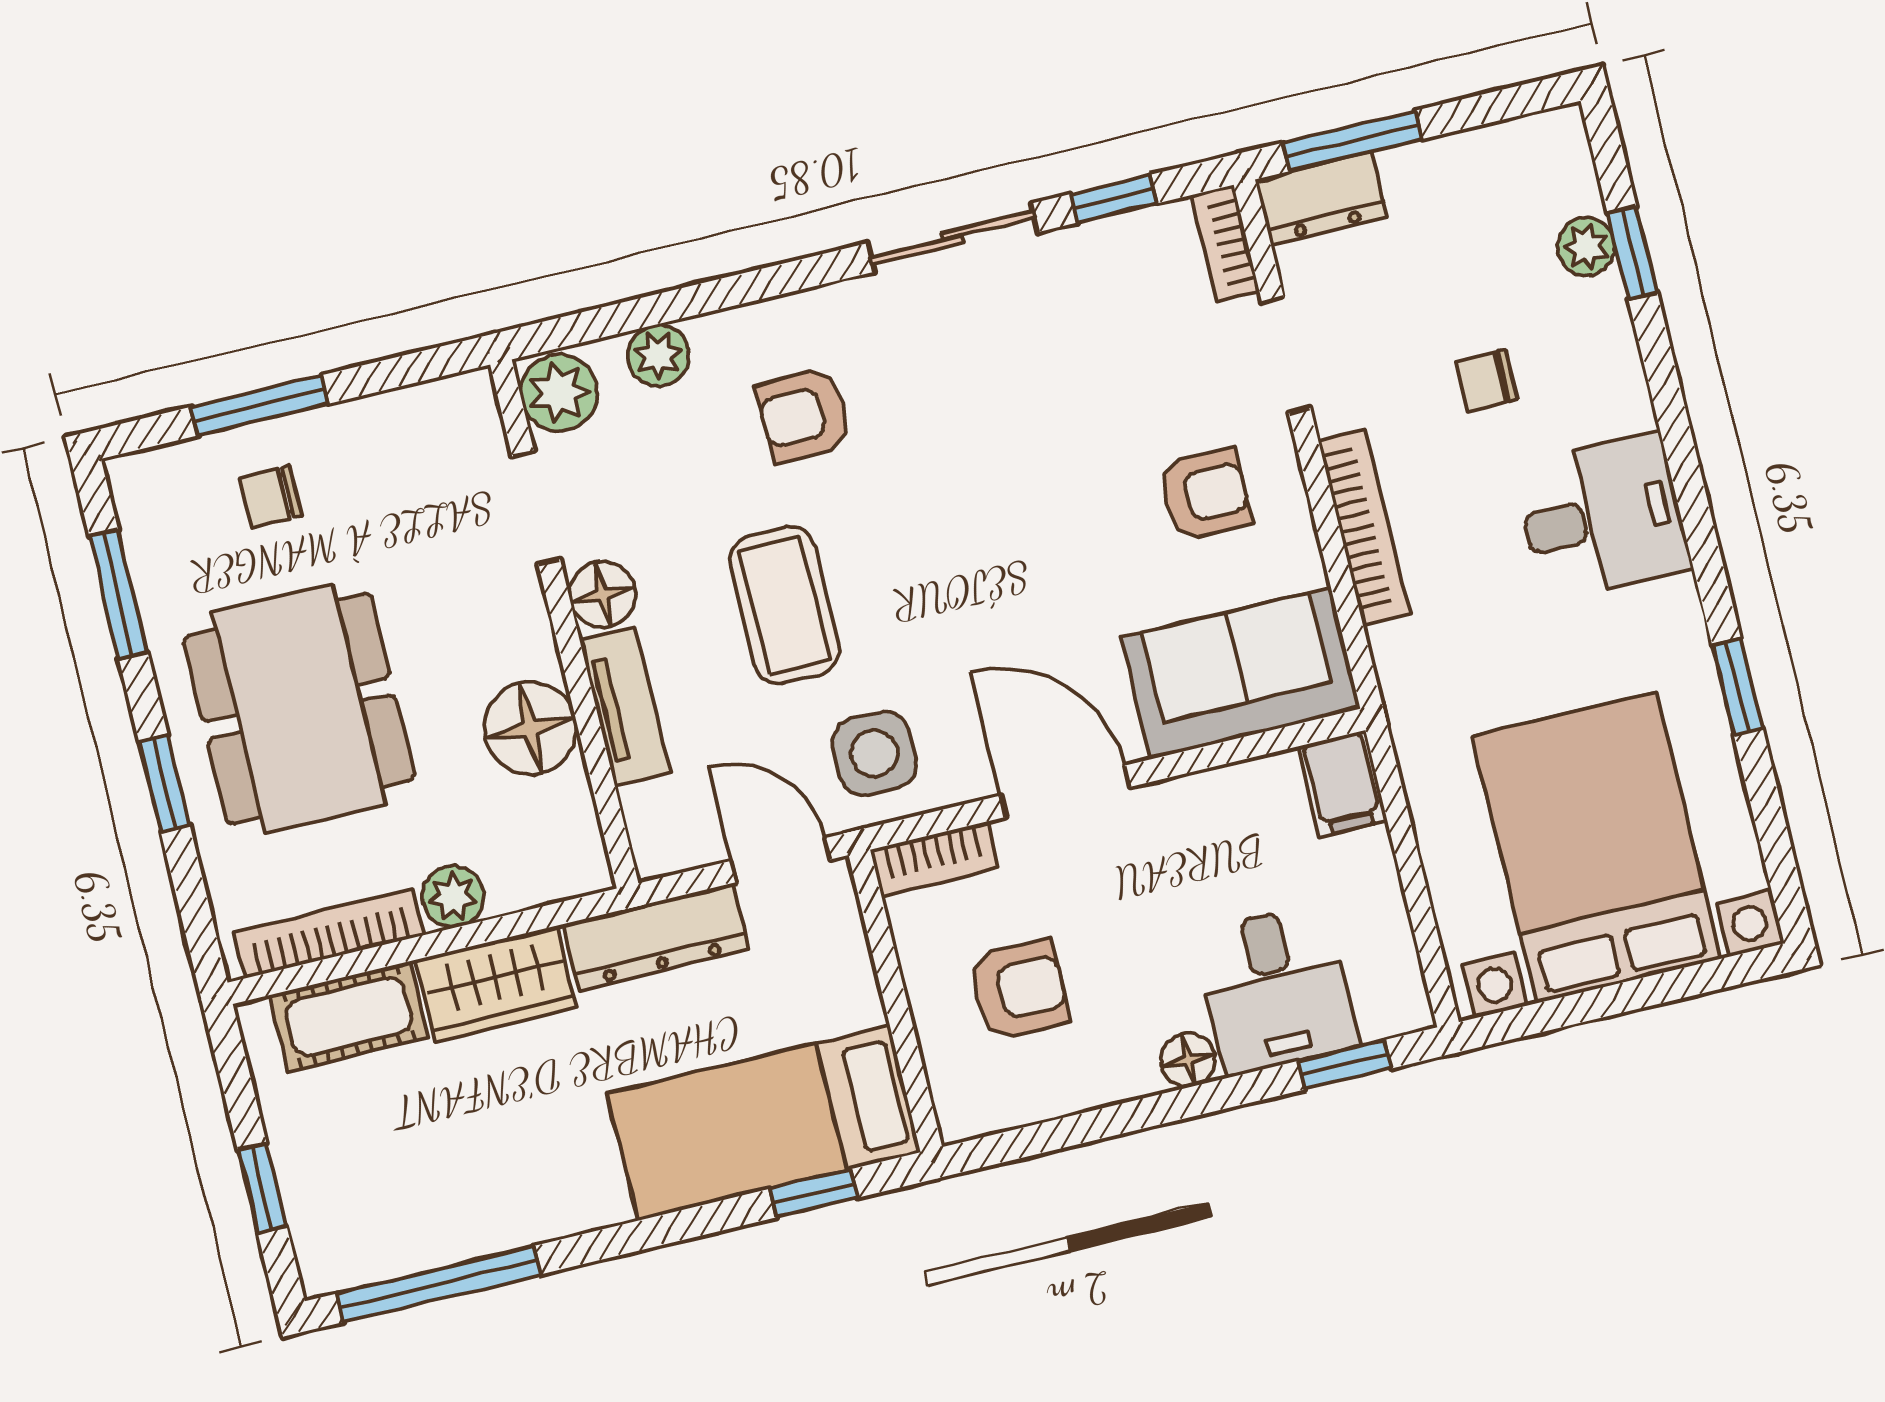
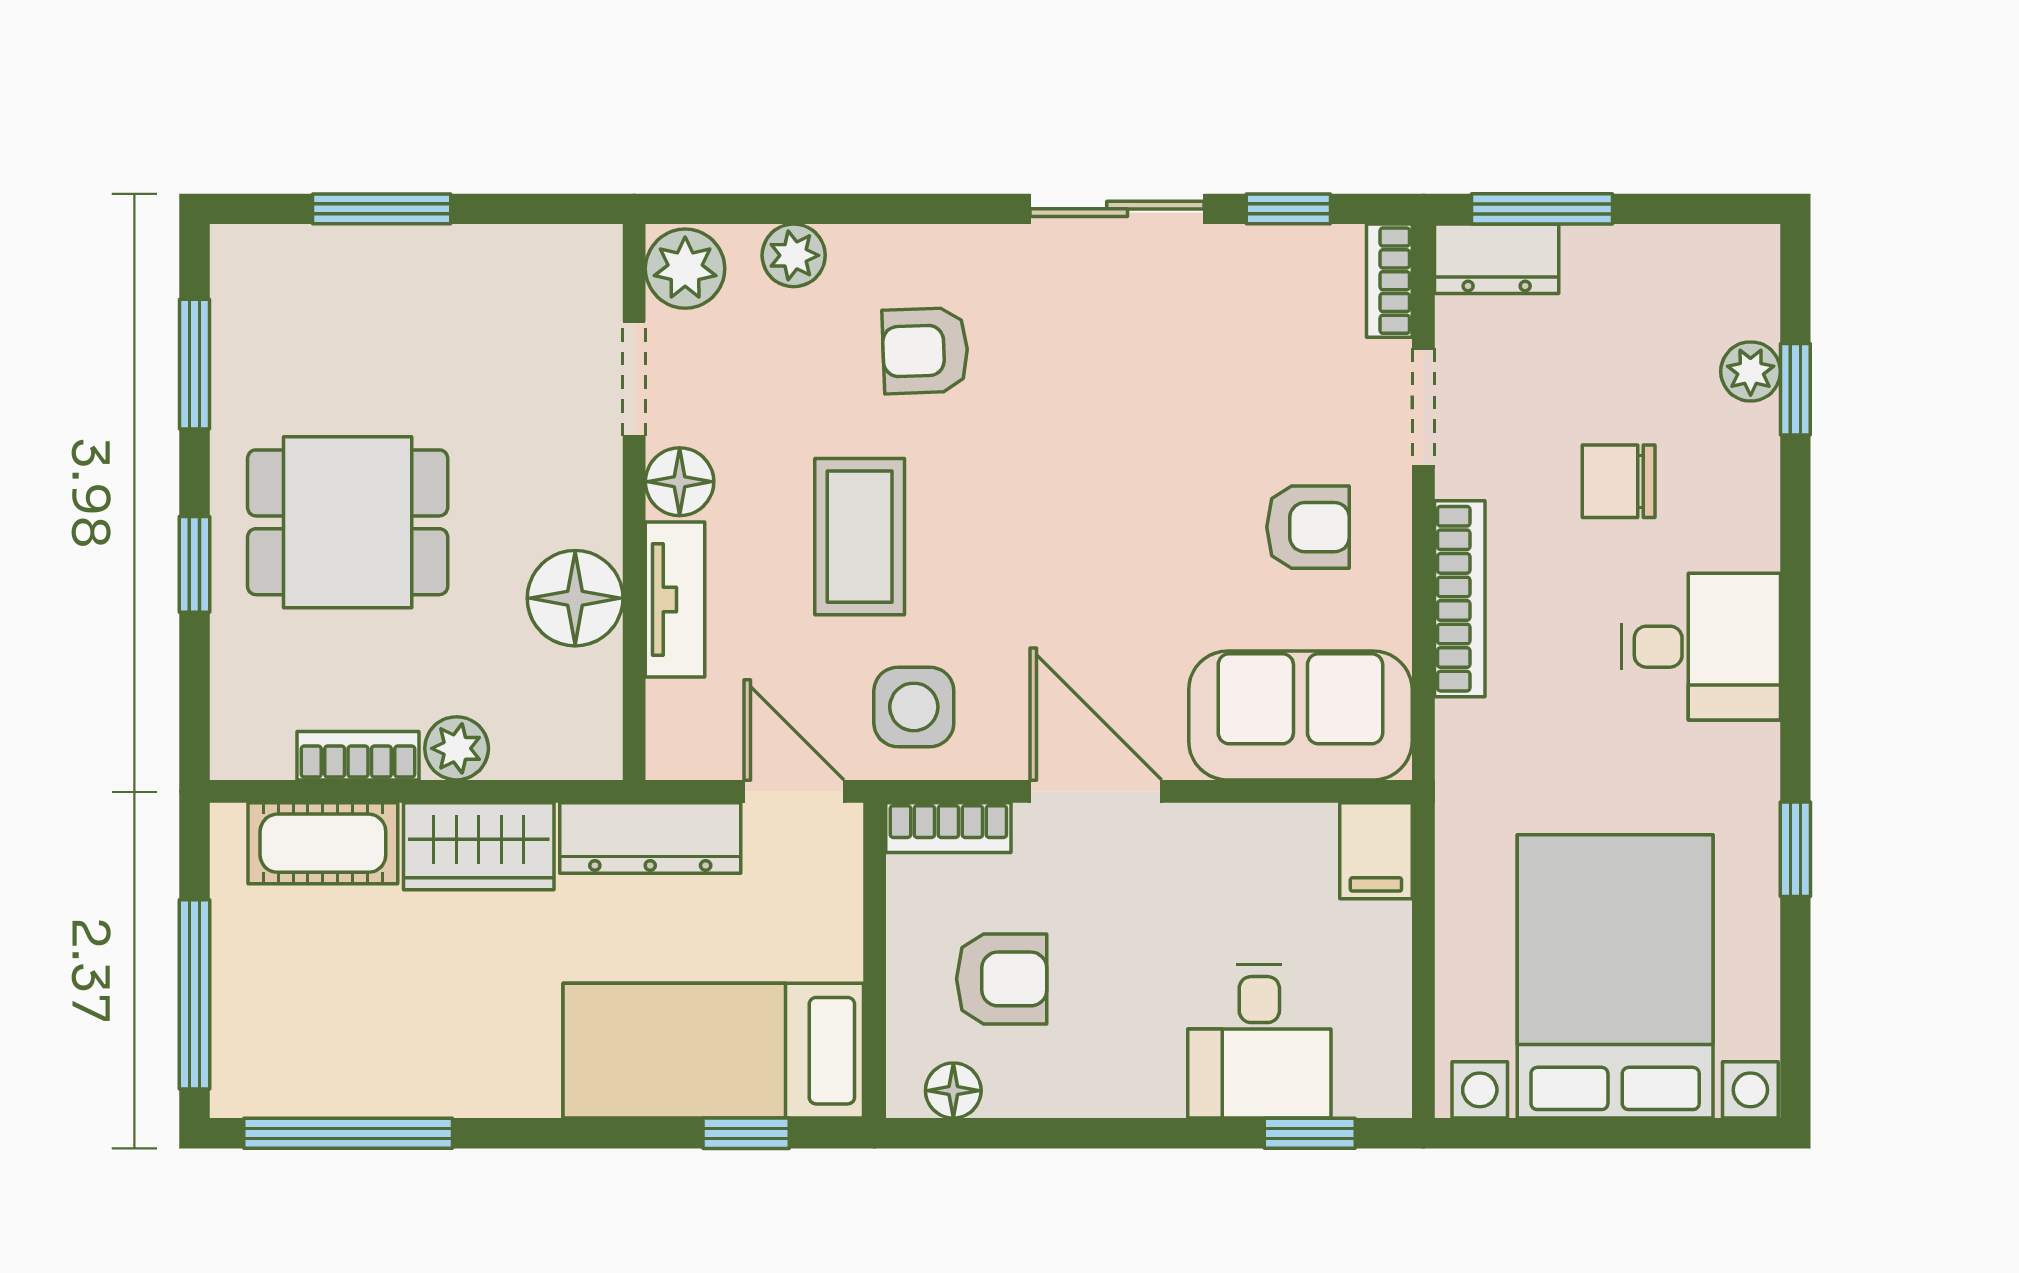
chair: (1487, 380) -> (1619, 481), width x1.37, depth x1.37
chair: (271, 496) -> (371, 303), removed
dining table: (299, 708) -> (348, 522), width x0.73
bookcase: (330, 934) -> (358, 756), width x0.64
floor lamp: (1188, 1060) -> (953, 1091), moved
window: (262, 1188) -> (195, 994), width x2.17

